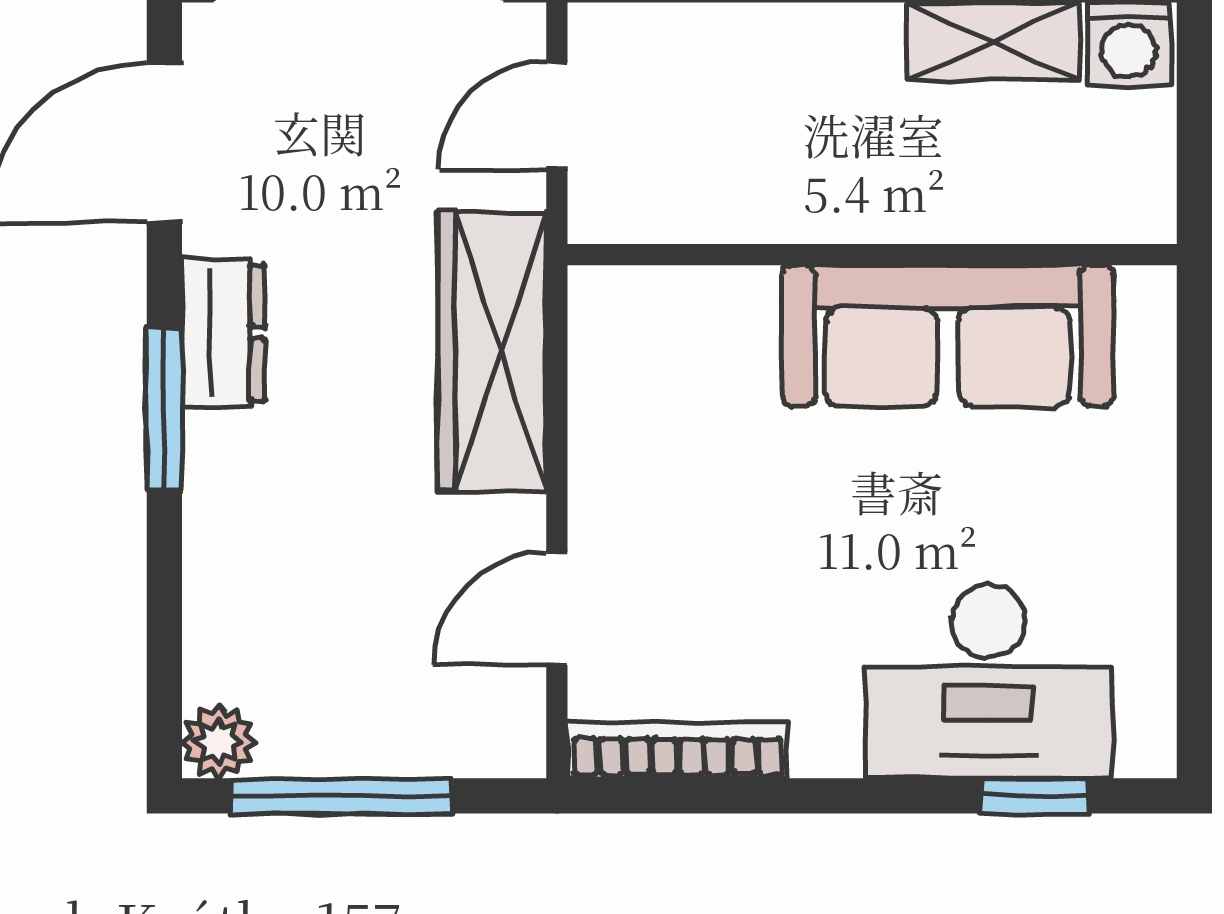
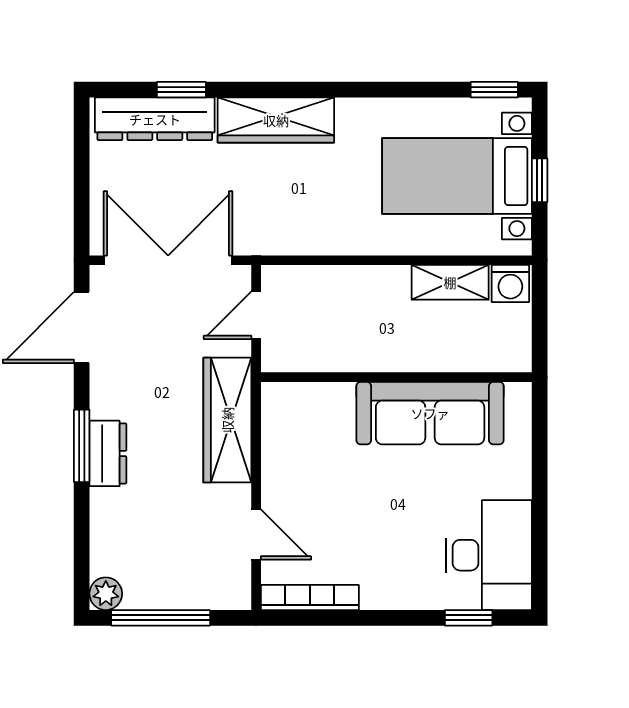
dresser: (223, 333) -> (108, 453), moved
door: (557, 609) -> (256, 535), swing flipped
desk: (988, 681) -> (489, 555), moved, turned -90

